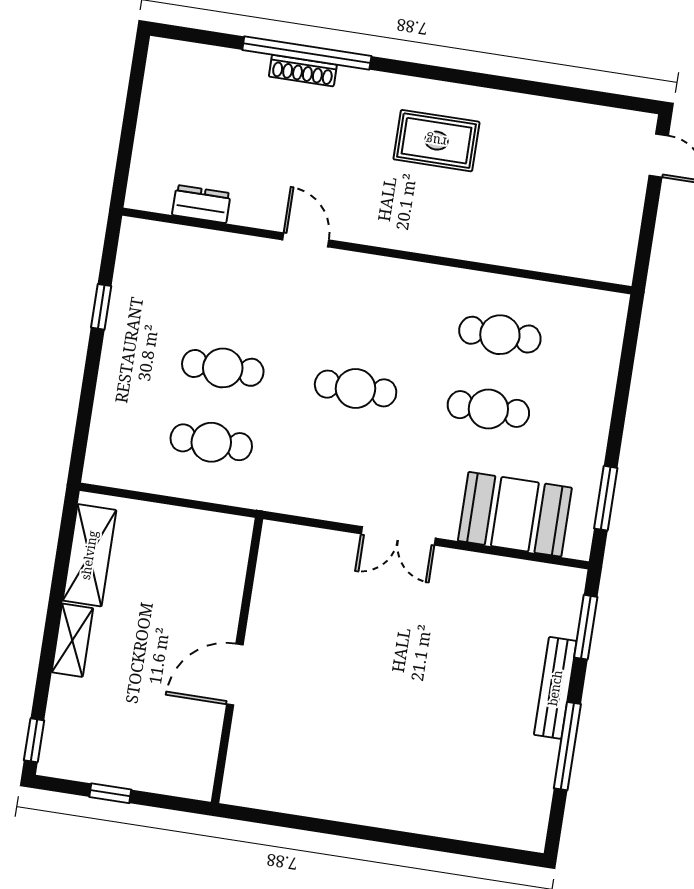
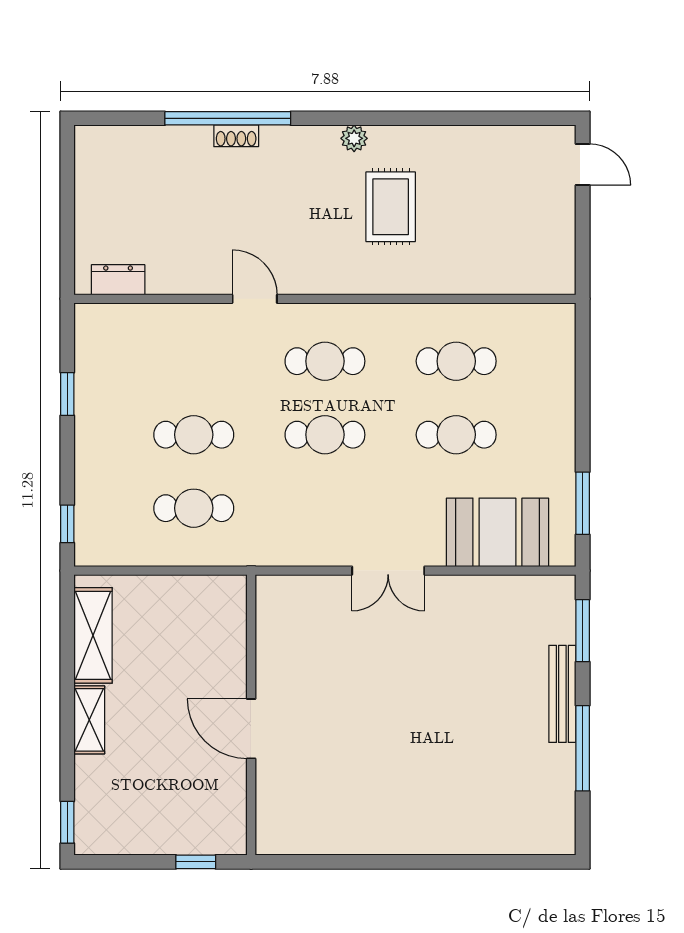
shoe rack: (303, 71) -> (236, 136), width x0.70
plant: (432, 93) -> (354, 138), added
rug: (436, 141) -> (391, 207), moved, turned 90
dresser: (201, 204) -> (118, 280), moved
cafe table: (367, 314) -> (325, 361), added
window: (81, 438) -> (67, 524), added
door: (235, 675) -> (251, 729), hinge flipped
window: (110, 793) -> (196, 862), moved

